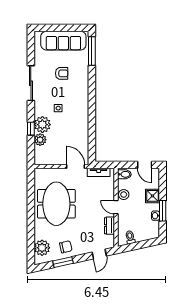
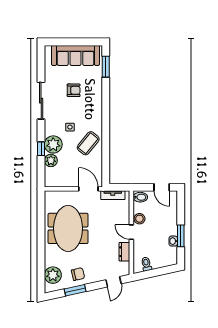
window: (92, 51) -> (106, 67), width x0.69
coffee table: (75, 123) -> (88, 143), added
shower: (152, 196) -> (170, 220), removed

